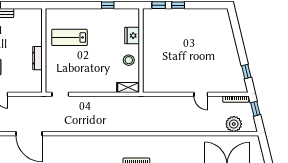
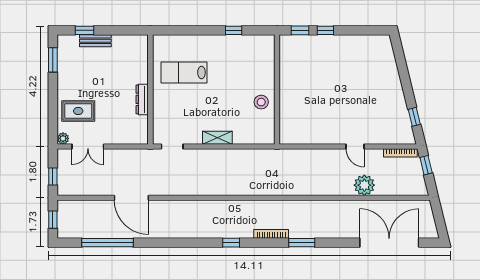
fridge: (132, 36) -> (265, 70), removed
shelving: (128, 88) -> (217, 138), moved
plant: (234, 124) -> (364, 185), moved

